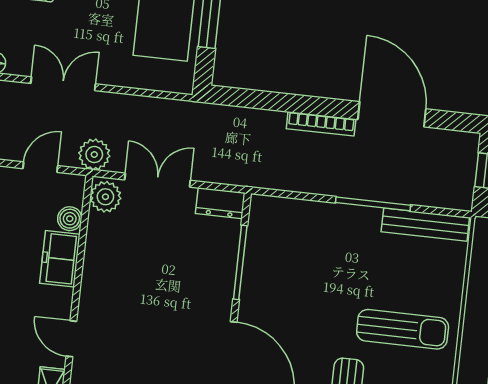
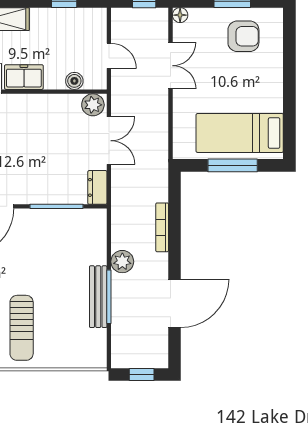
bookcase: (321, 124) -> (162, 227), moved
plant: (94, 155) -> (122, 262), moved
bench: (425, 225) -> (98, 297), moved
freezer: (60, 259) -> (24, 77), moved

